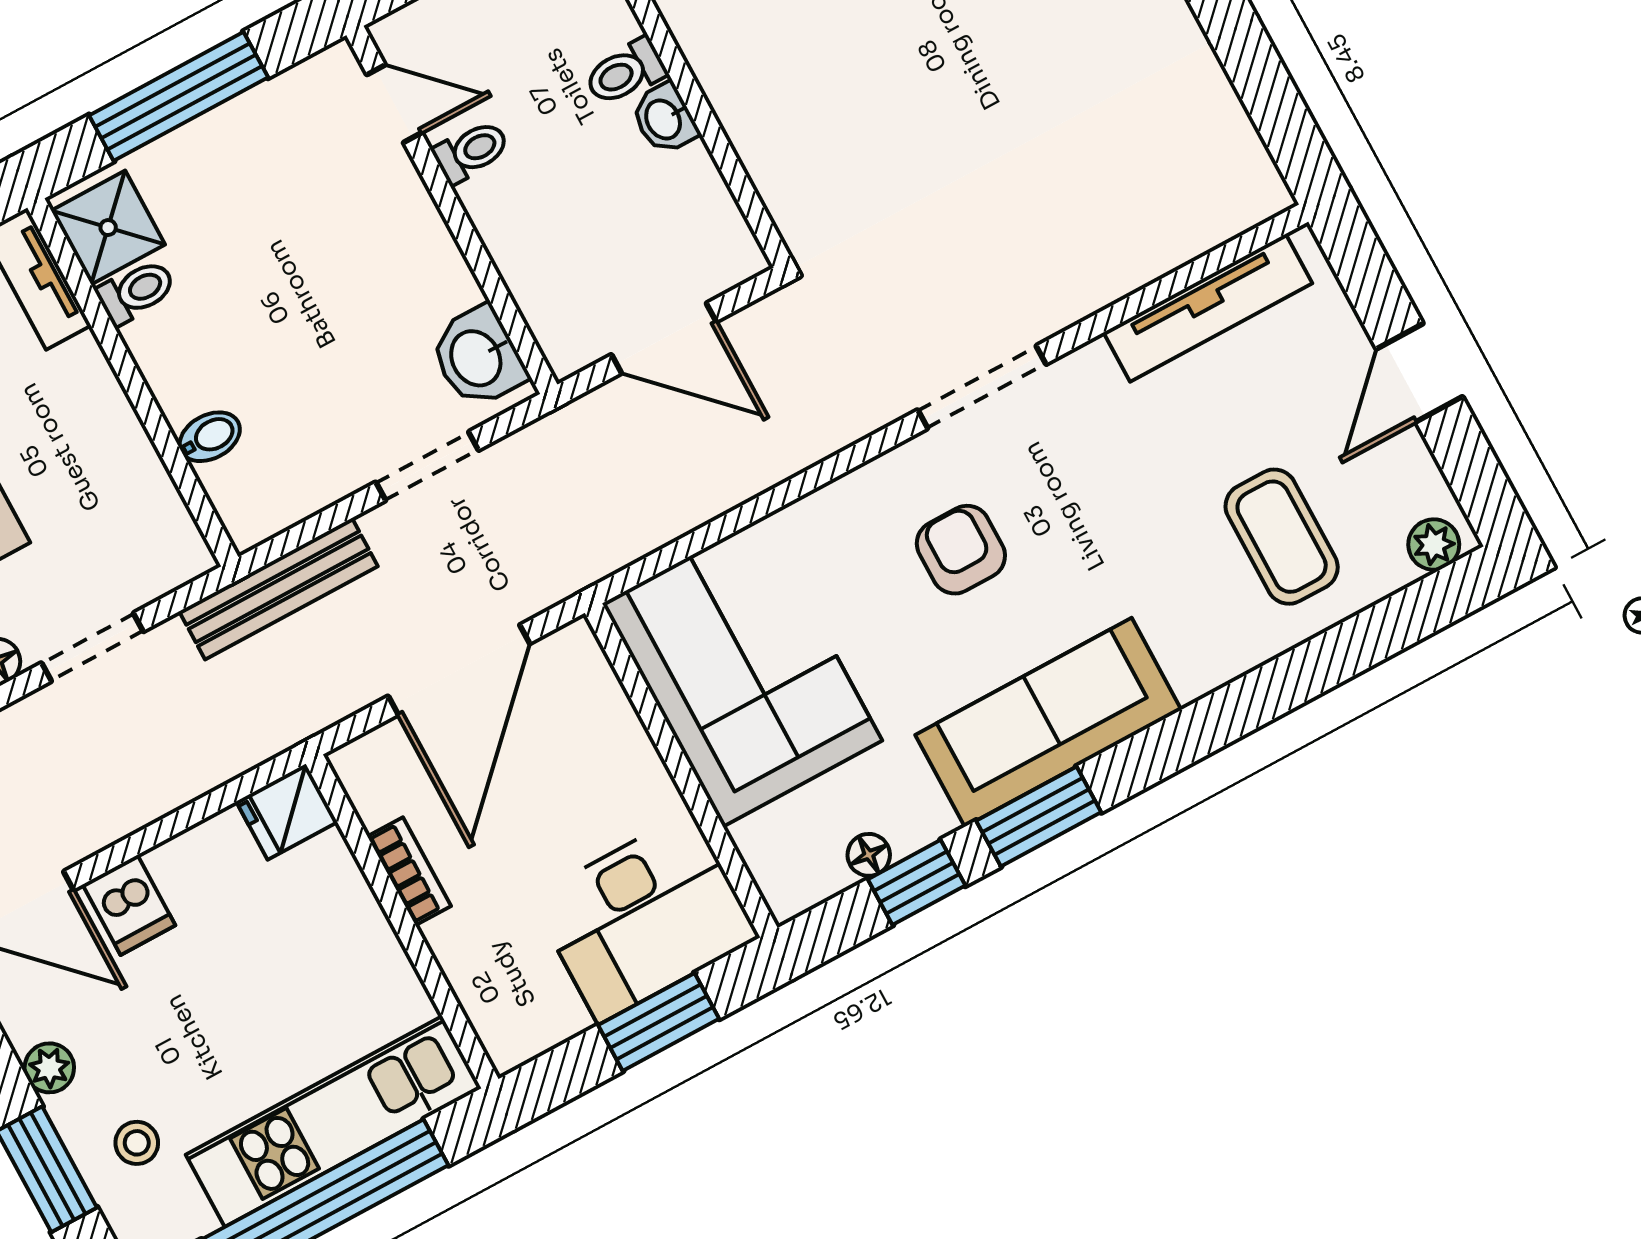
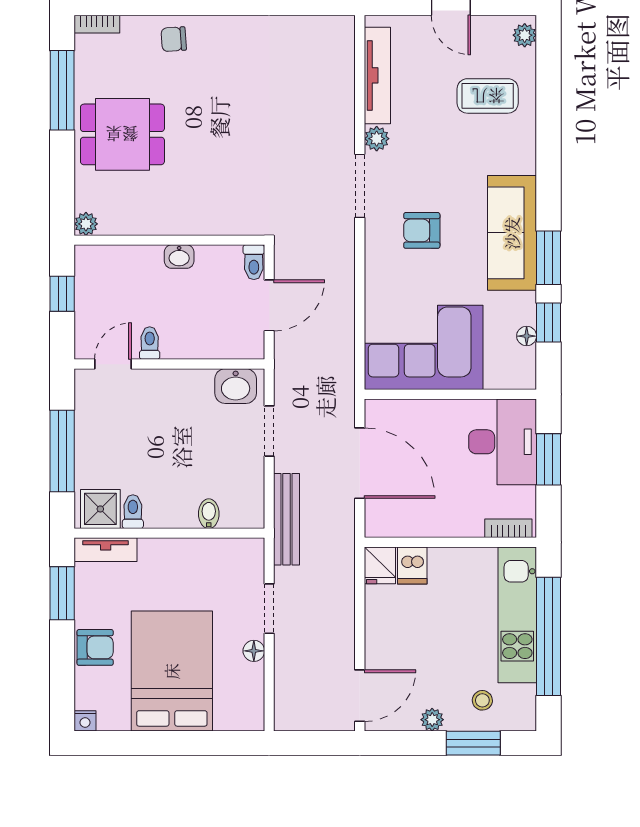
toilet: (625, 72) -> (254, 262), moved
plant: (1088, 371) -> (377, 139), added
bookcase: (409, 871) -> (508, 528), moved
dishwasher: (129, 905) -> (412, 566), moved, turned 90

